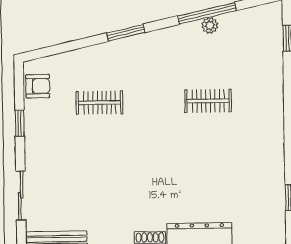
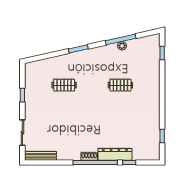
armchair: (38, 86) -> (32, 76), removed

